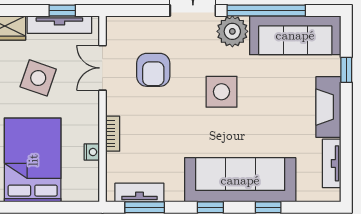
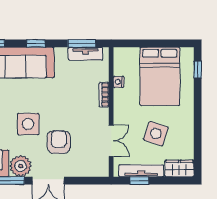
armchair: (153, 70) -> (59, 142), moved

